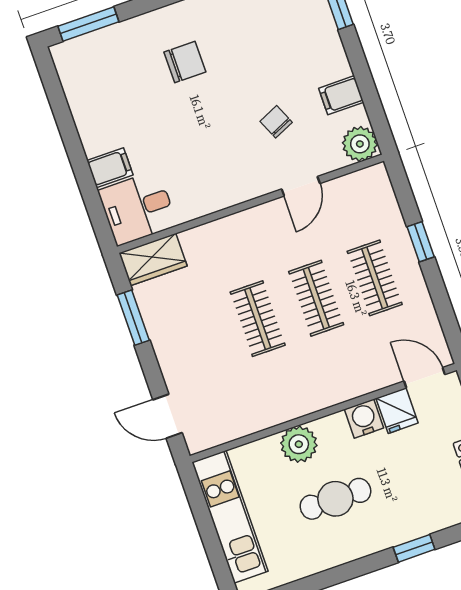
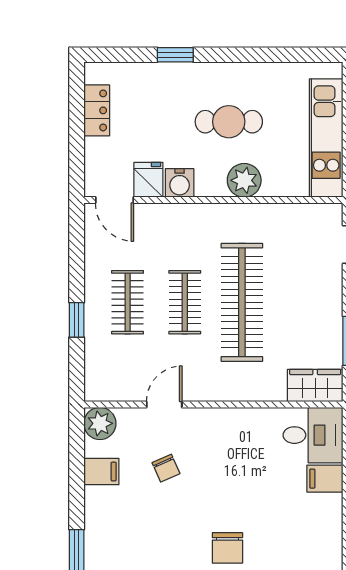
chair: (185, 62) -> (227, 548), turned -90
clothes rail: (258, 319) -> (242, 302), width x1.86, depth x1.31

